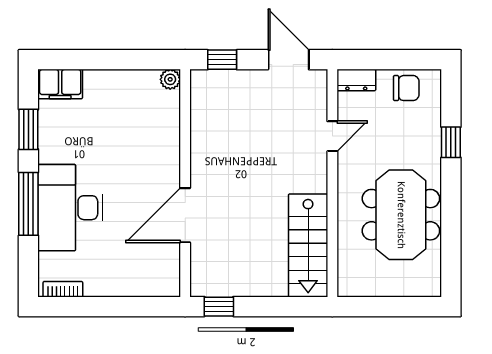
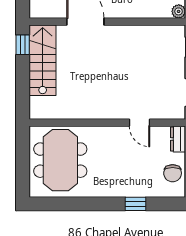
meeting table: (401, 215) -> (60, 160), moved, turned 90
stairs: (308, 245) -> (43, 60), moved, turned 90

